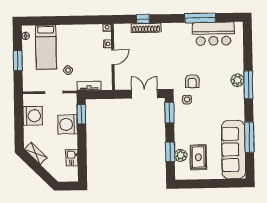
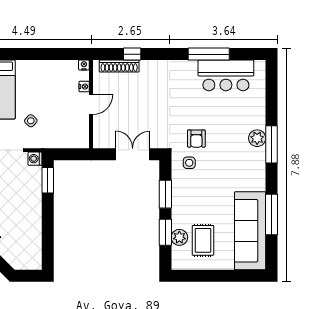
shoe rack: (146, 28) -> (119, 66), moved
tv unit: (89, 86) -> (58, 142), removed
window: (169, 113) -> (165, 194), moved
washing machine: (68, 124) -> (35, 159), moved, width x0.53, depth x0.53
kitchen sink: (72, 158) -> (34, 238), removed

